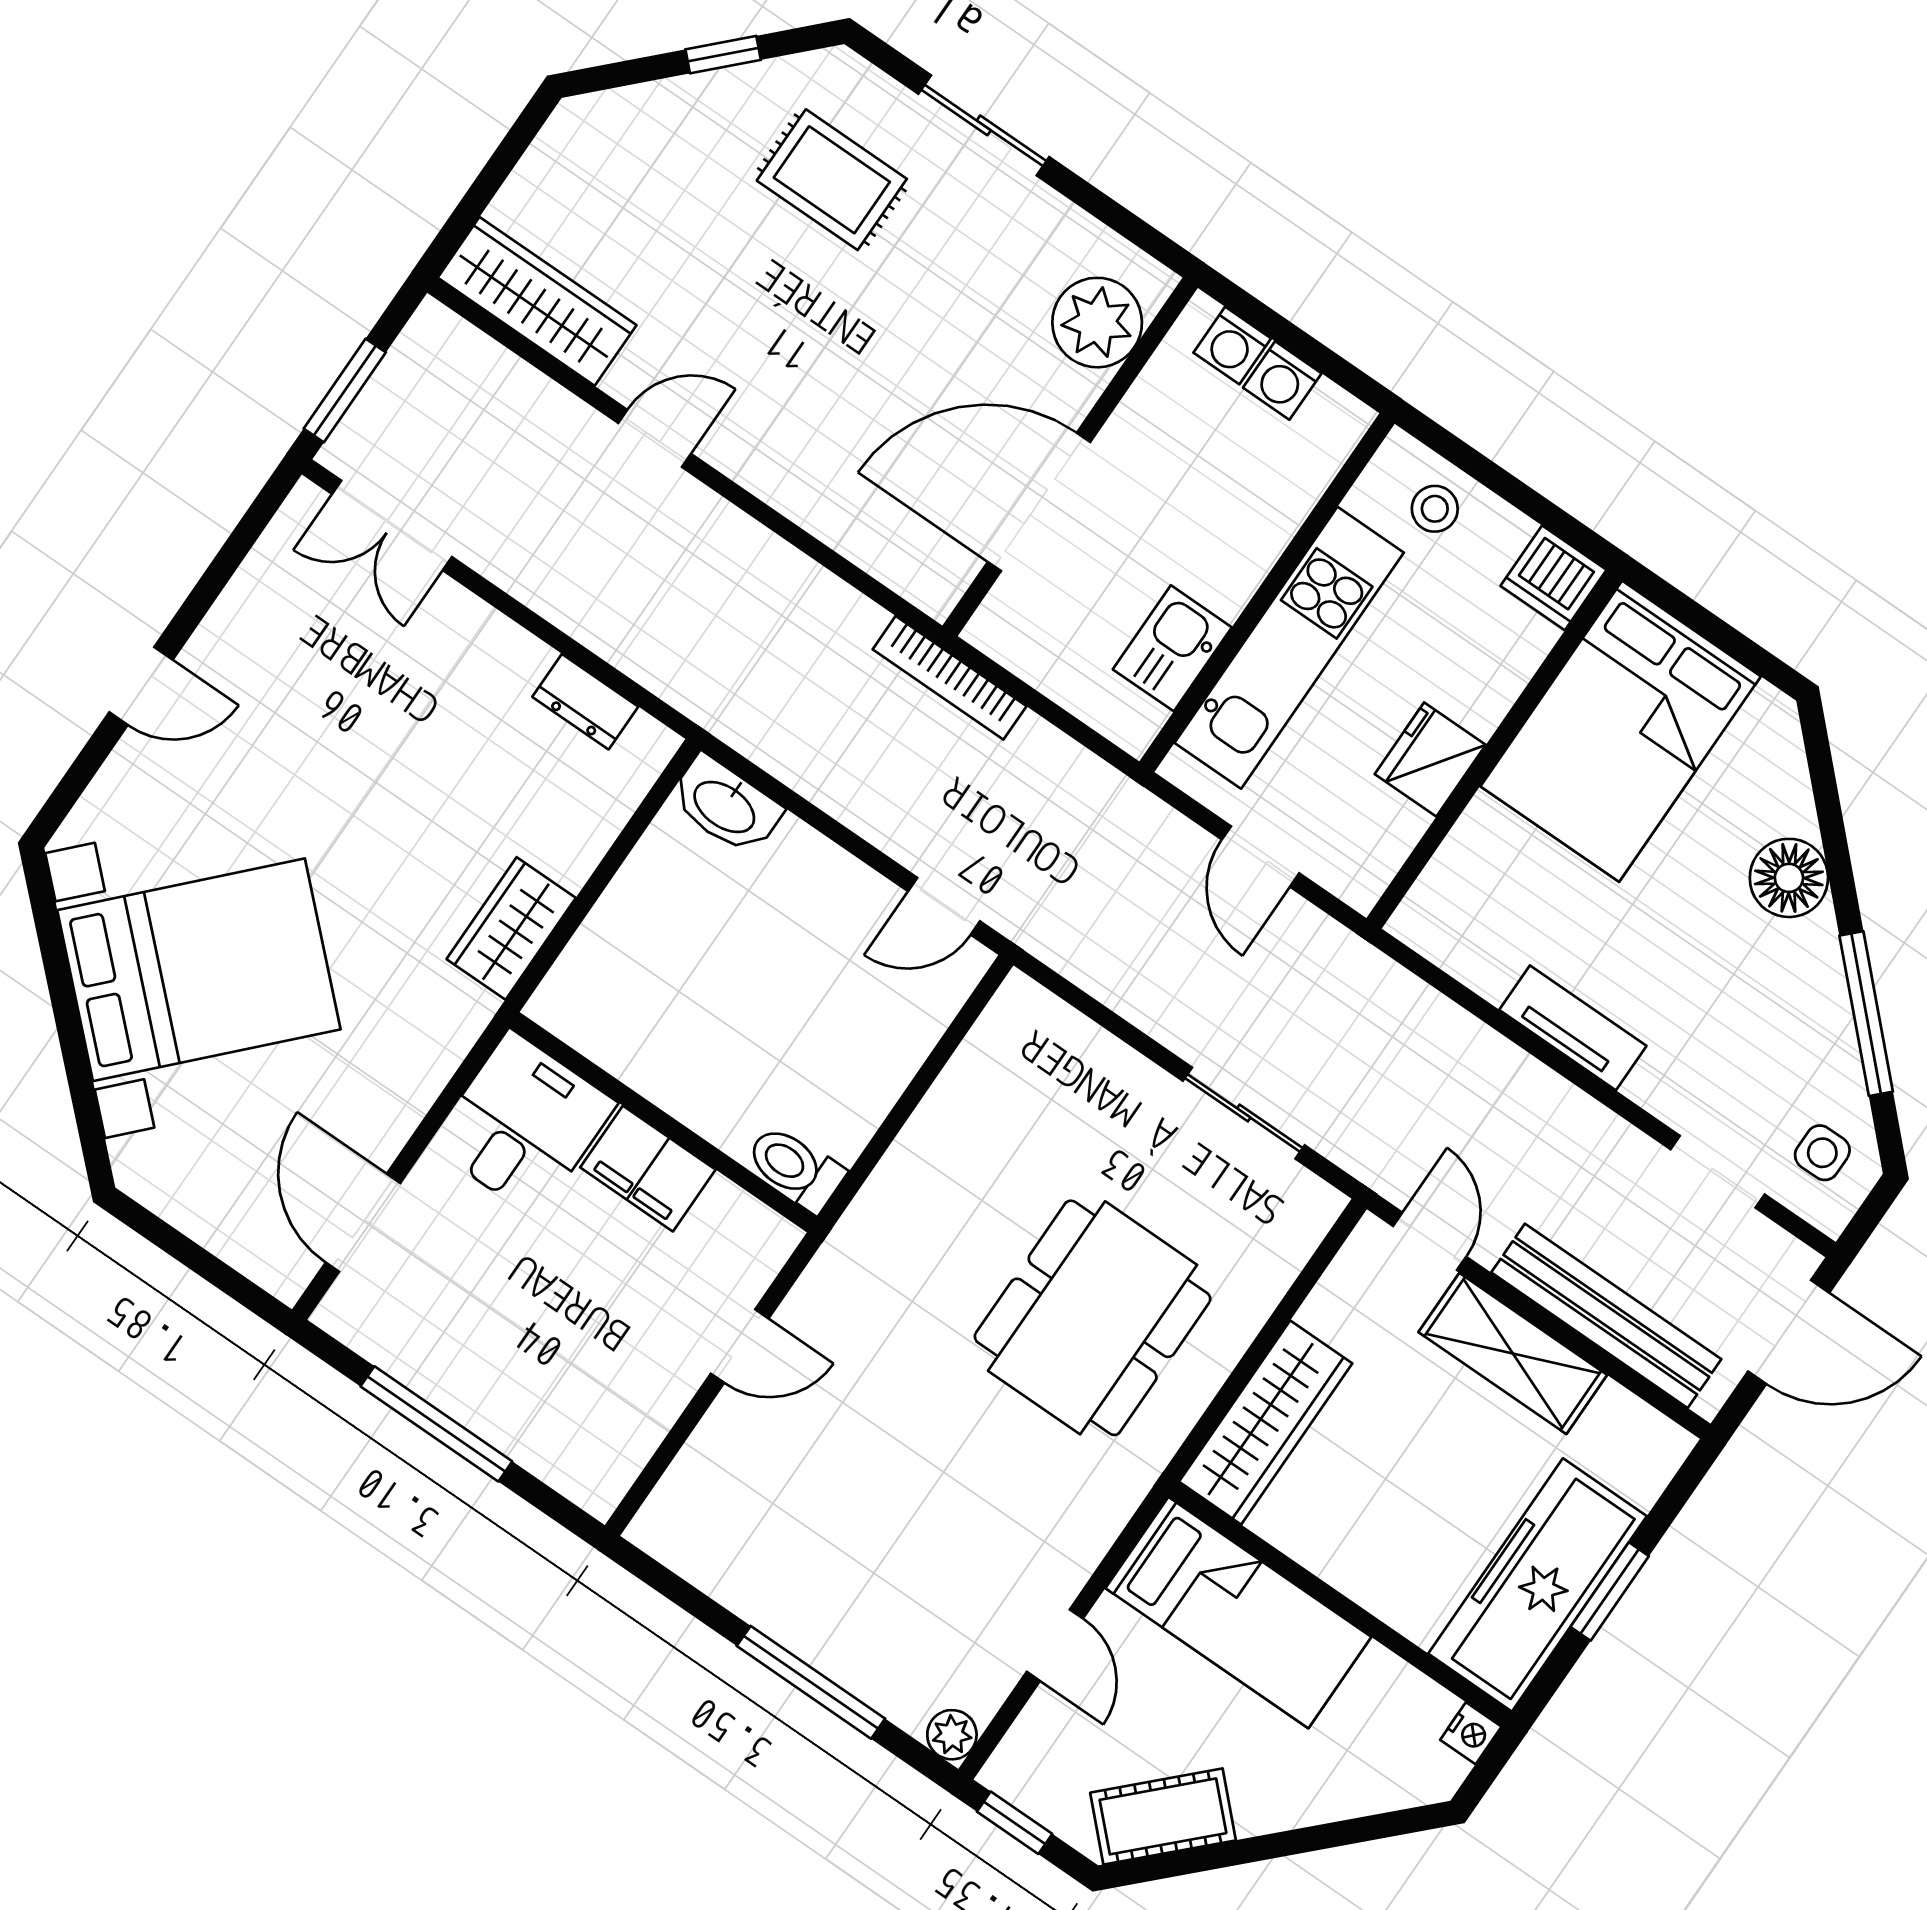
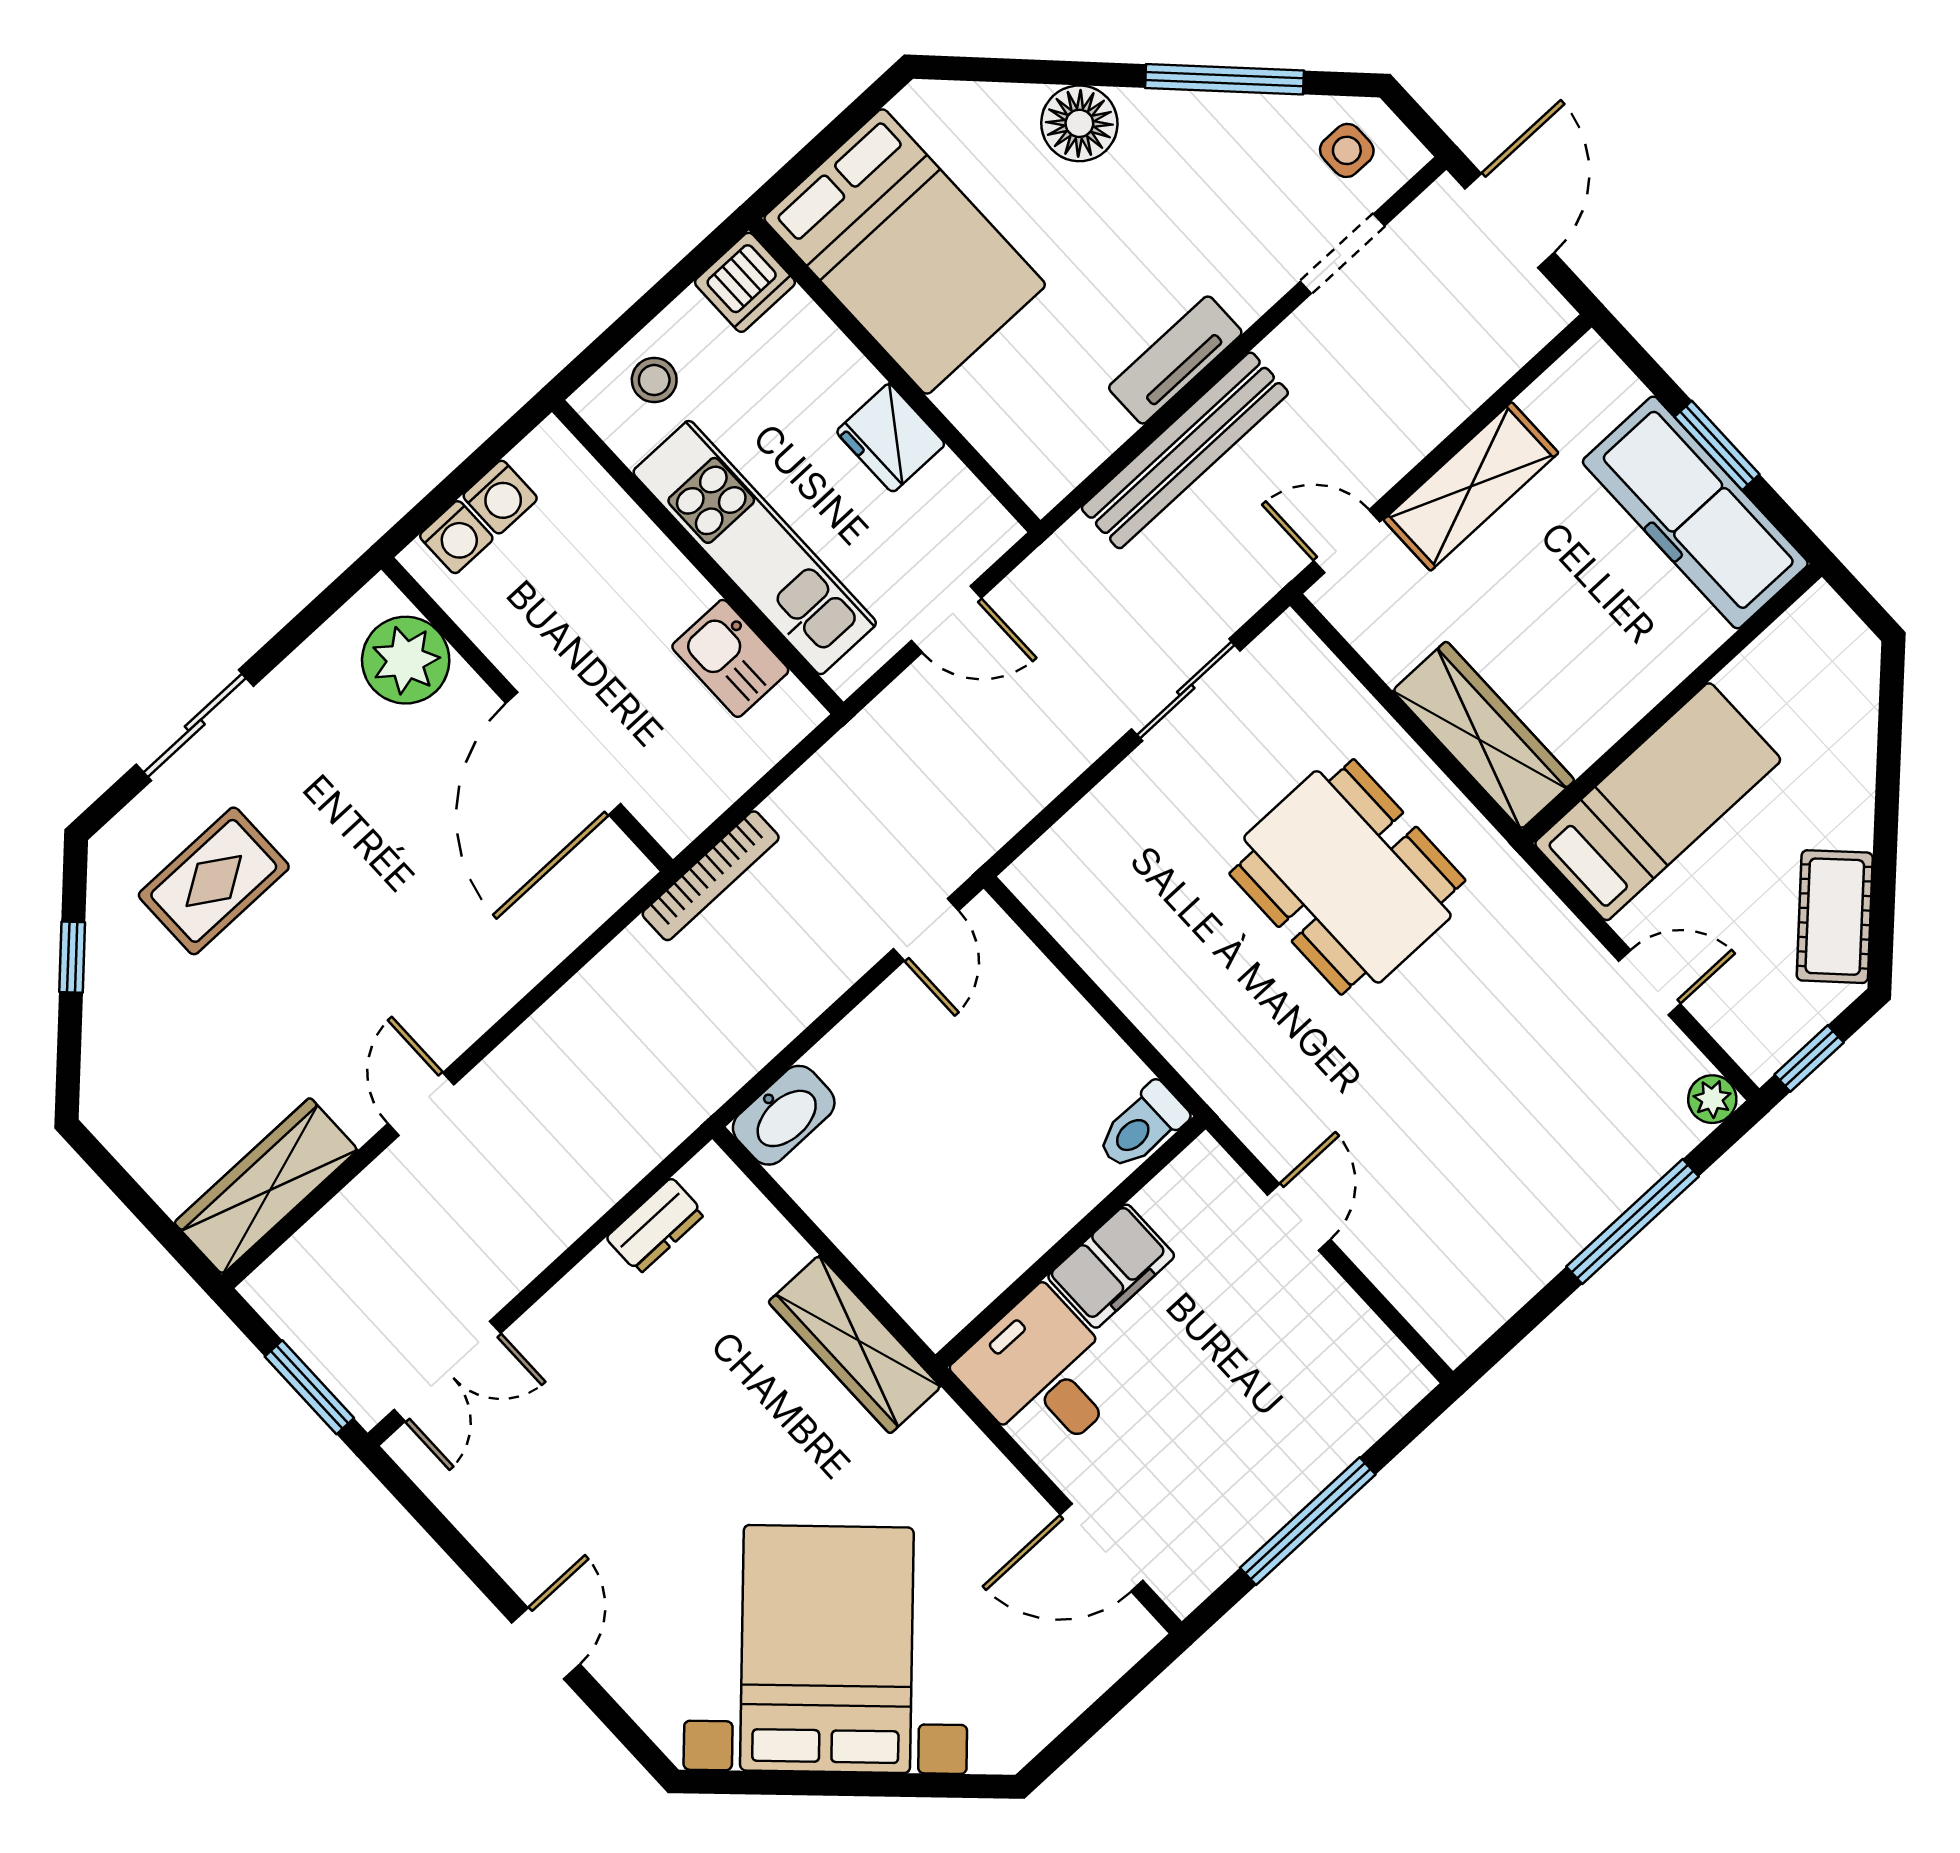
wardrobe: (511, 928) -> (855, 1344), width x1.50
bench: (1606, 1316) -> (1185, 450), moved
nightstand: (1471, 1733) -> (1822, 607), removed

